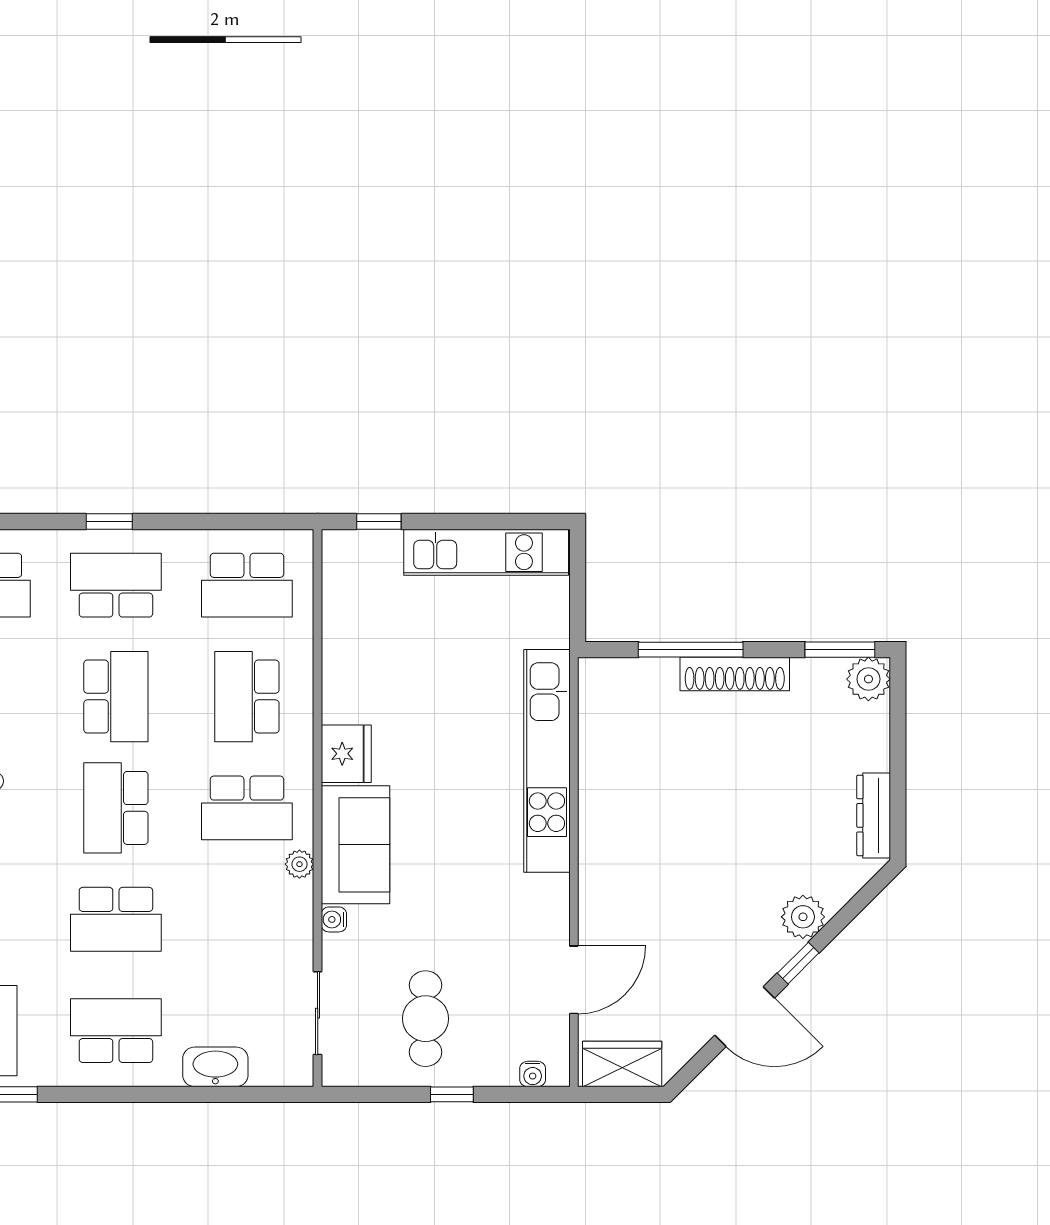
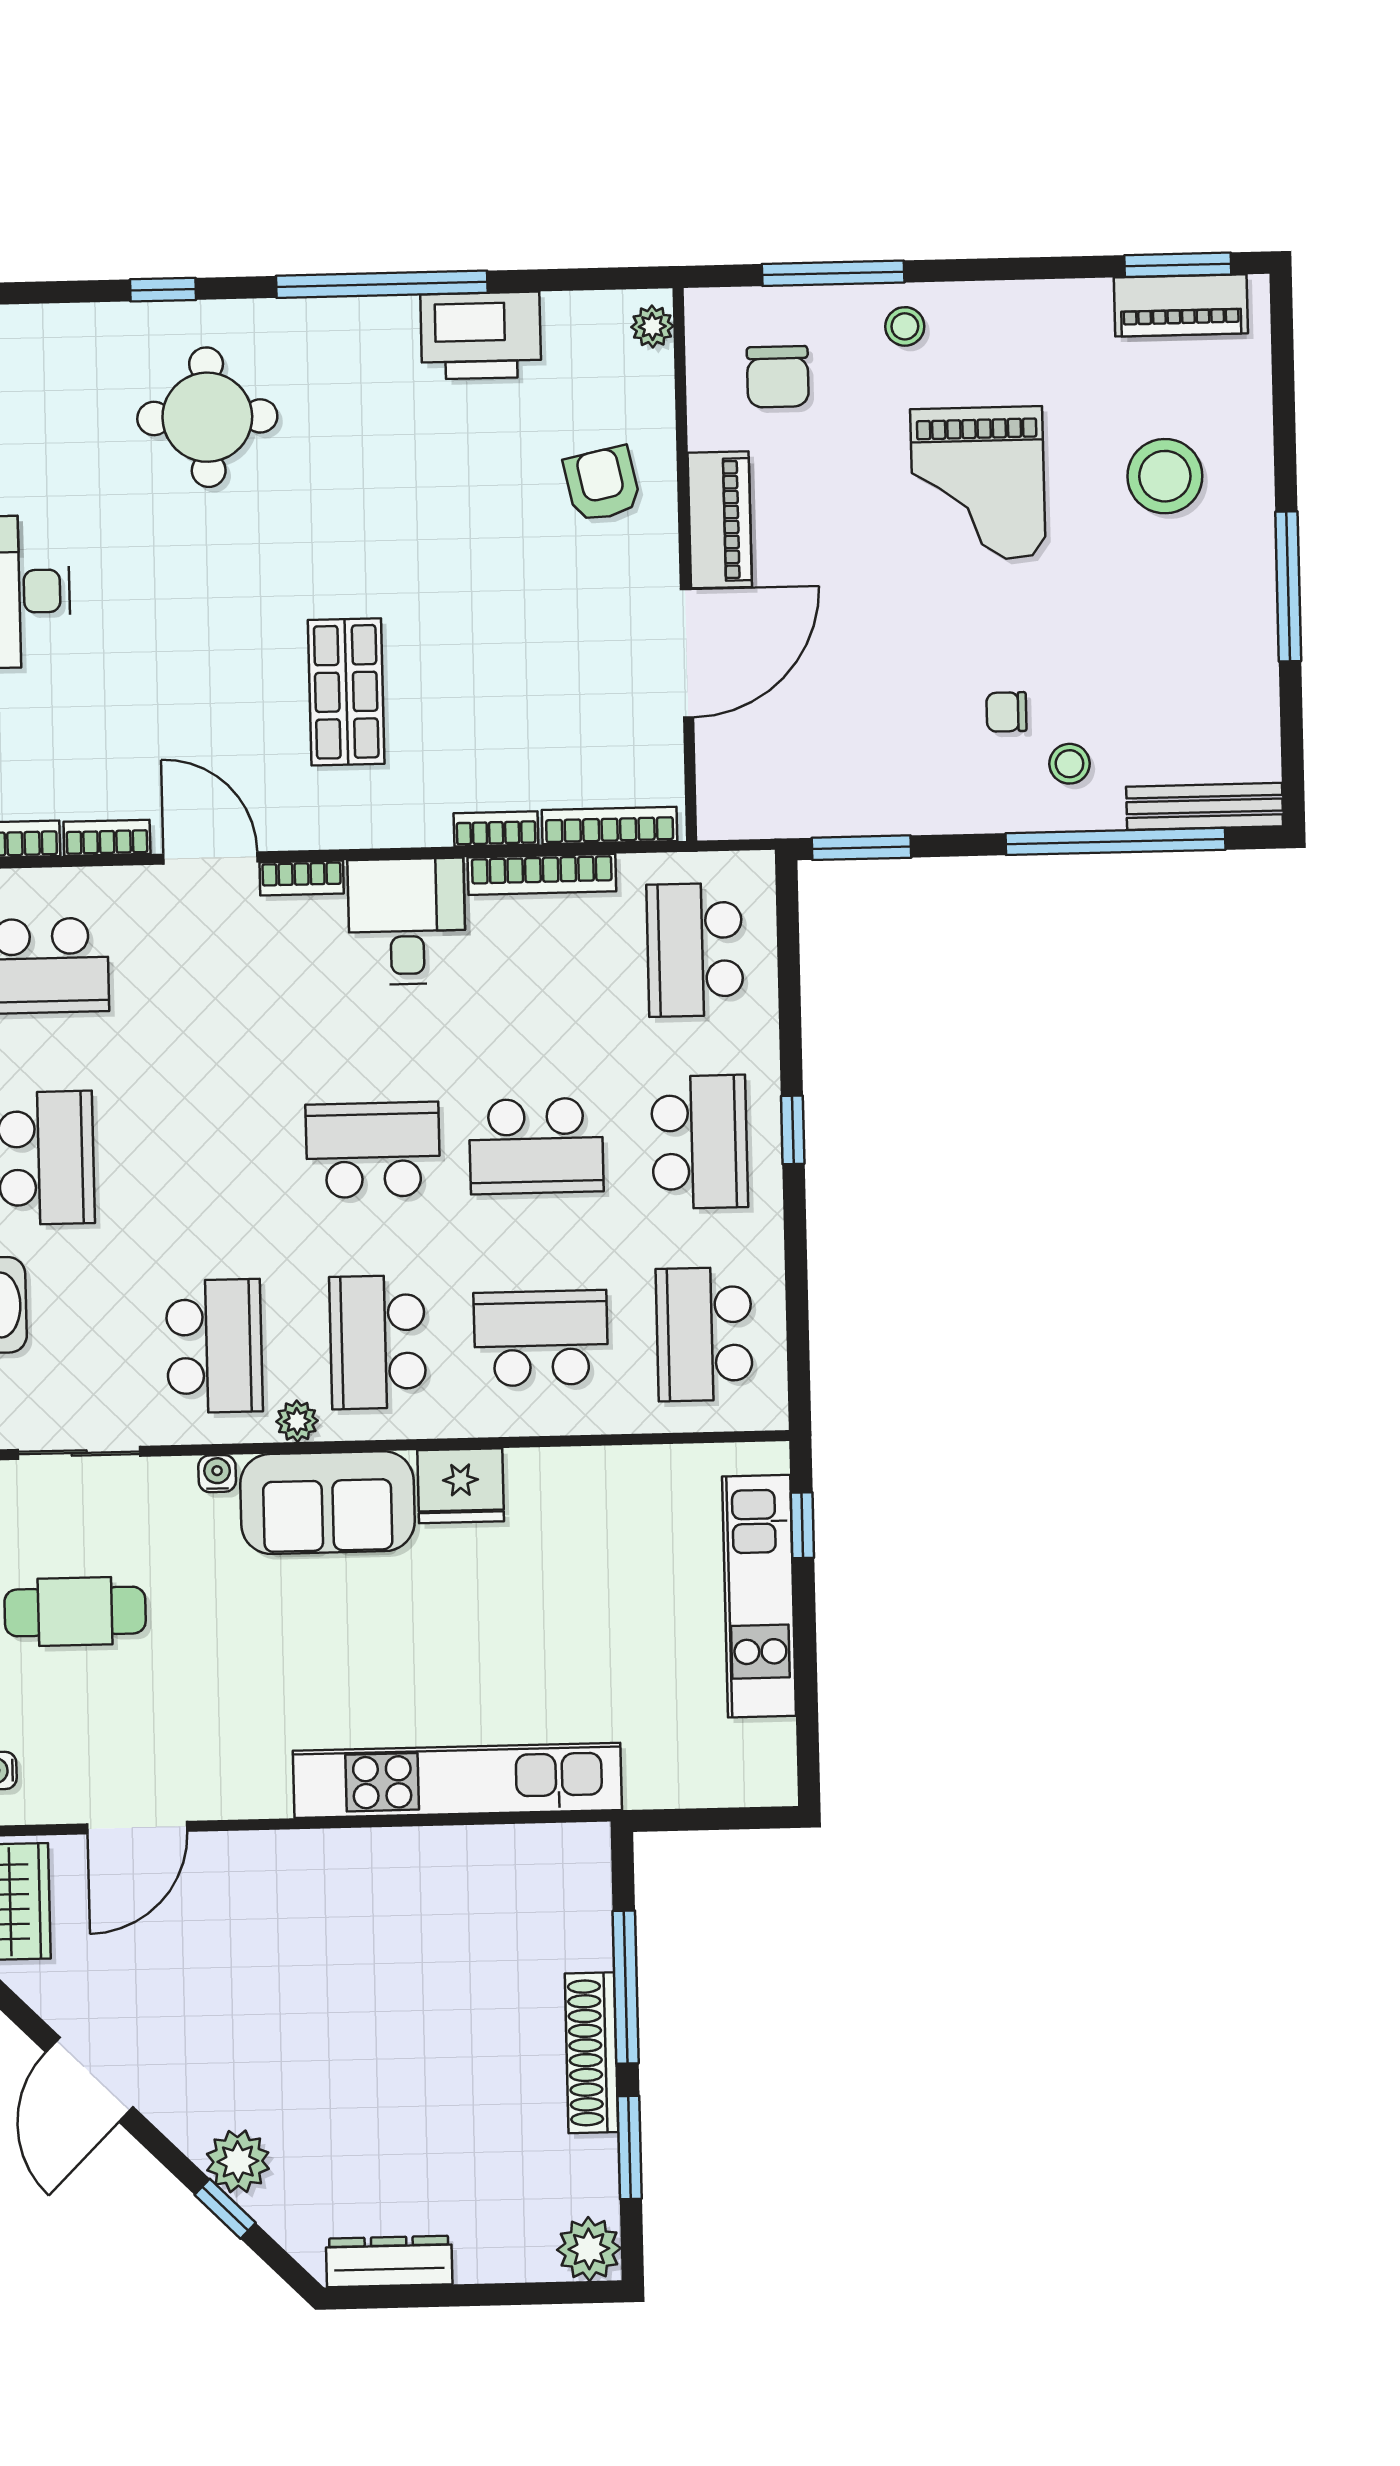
kitchen unit: (486, 552) -> (759, 1596), moved
window: (840, 650) -> (630, 2147), moved
school desk: (116, 919) -> (214, 1346), moved, turned 180
window: (798, 963) -> (225, 2209), moved
door: (574, 980) -> (137, 1828), hinge flipped

